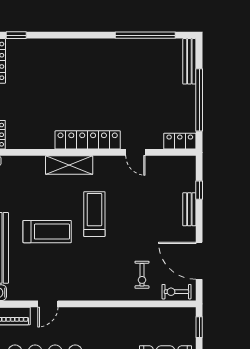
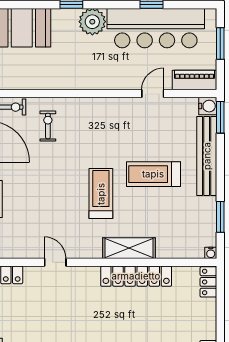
locker: (88, 140) -> (136, 276), moved
treadmill: (94, 214) -> (101, 194), turned 180

